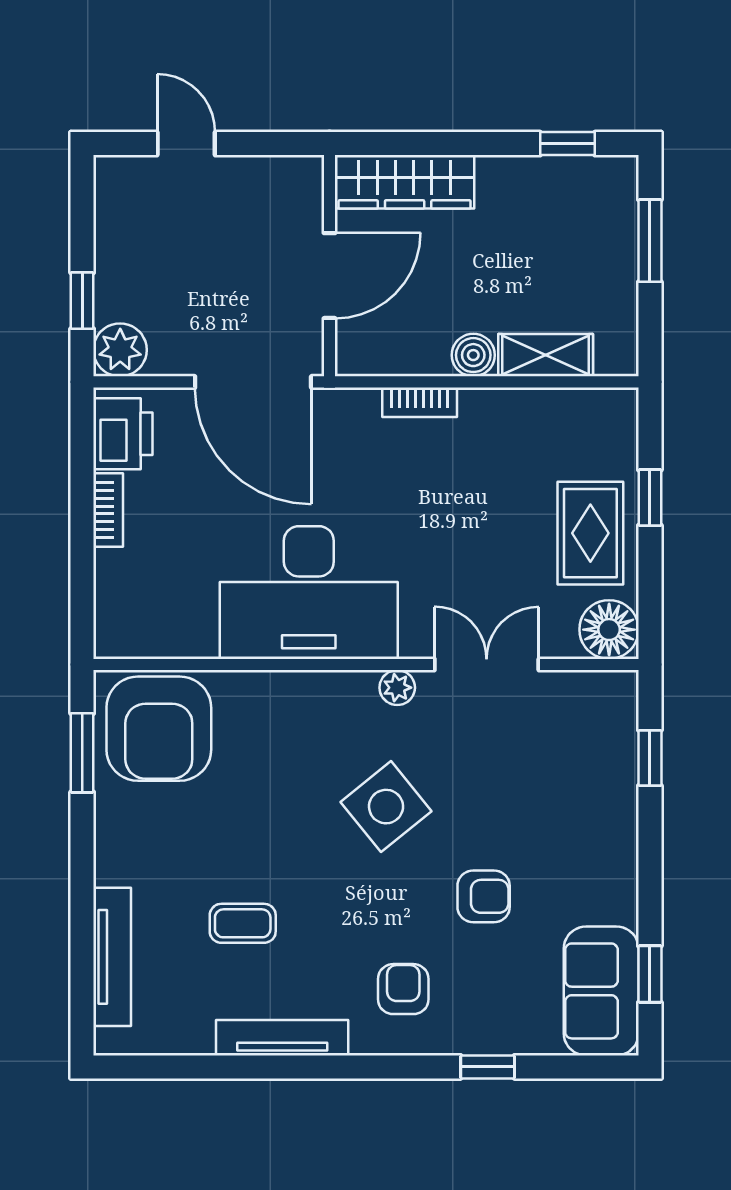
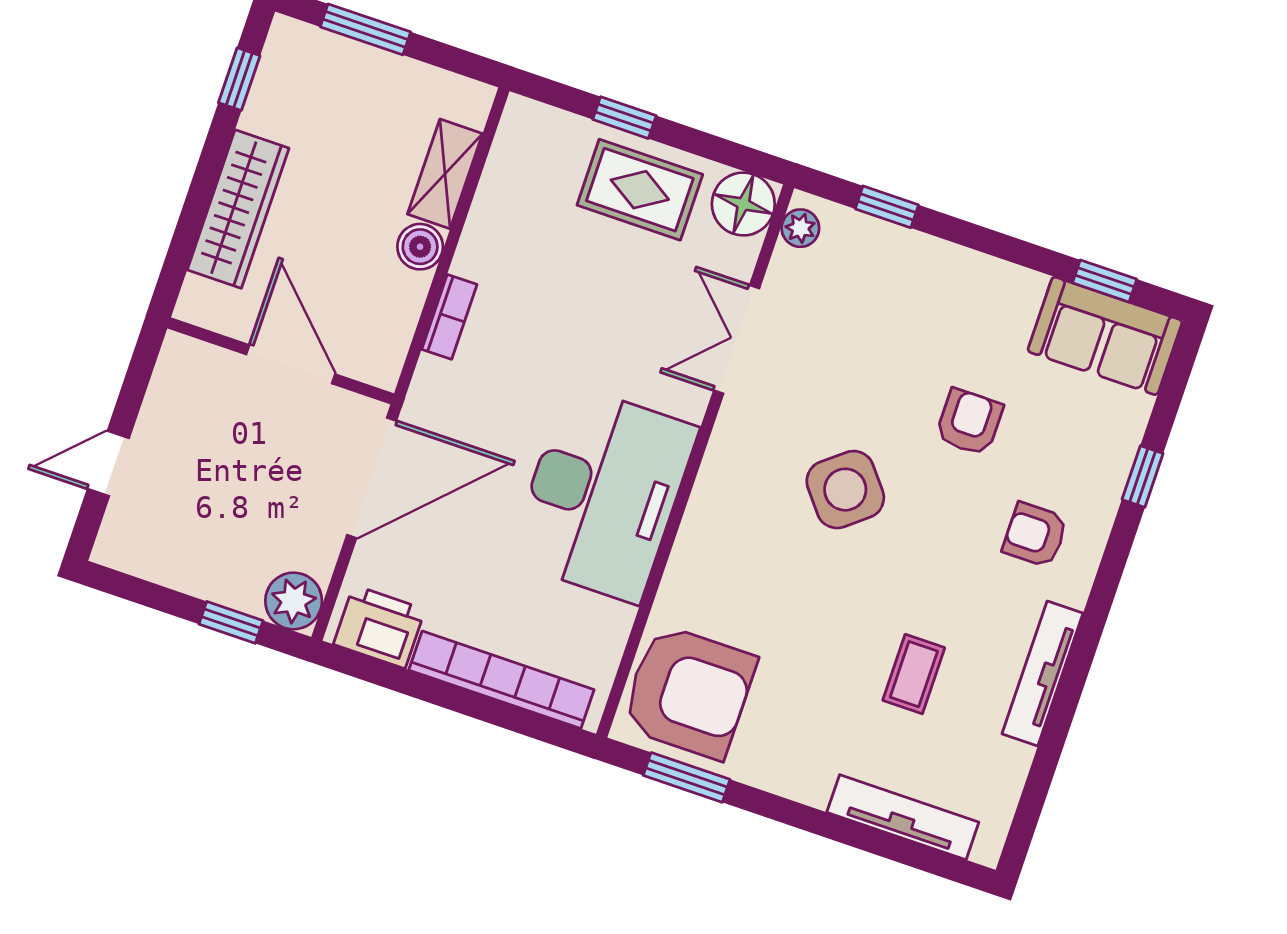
wardrobe: (405, 182) -> (238, 209), moved
bookcase: (108, 510) -> (501, 680), width x2.31, depth x1.31
plant: (397, 688) -> (800, 228), moved

